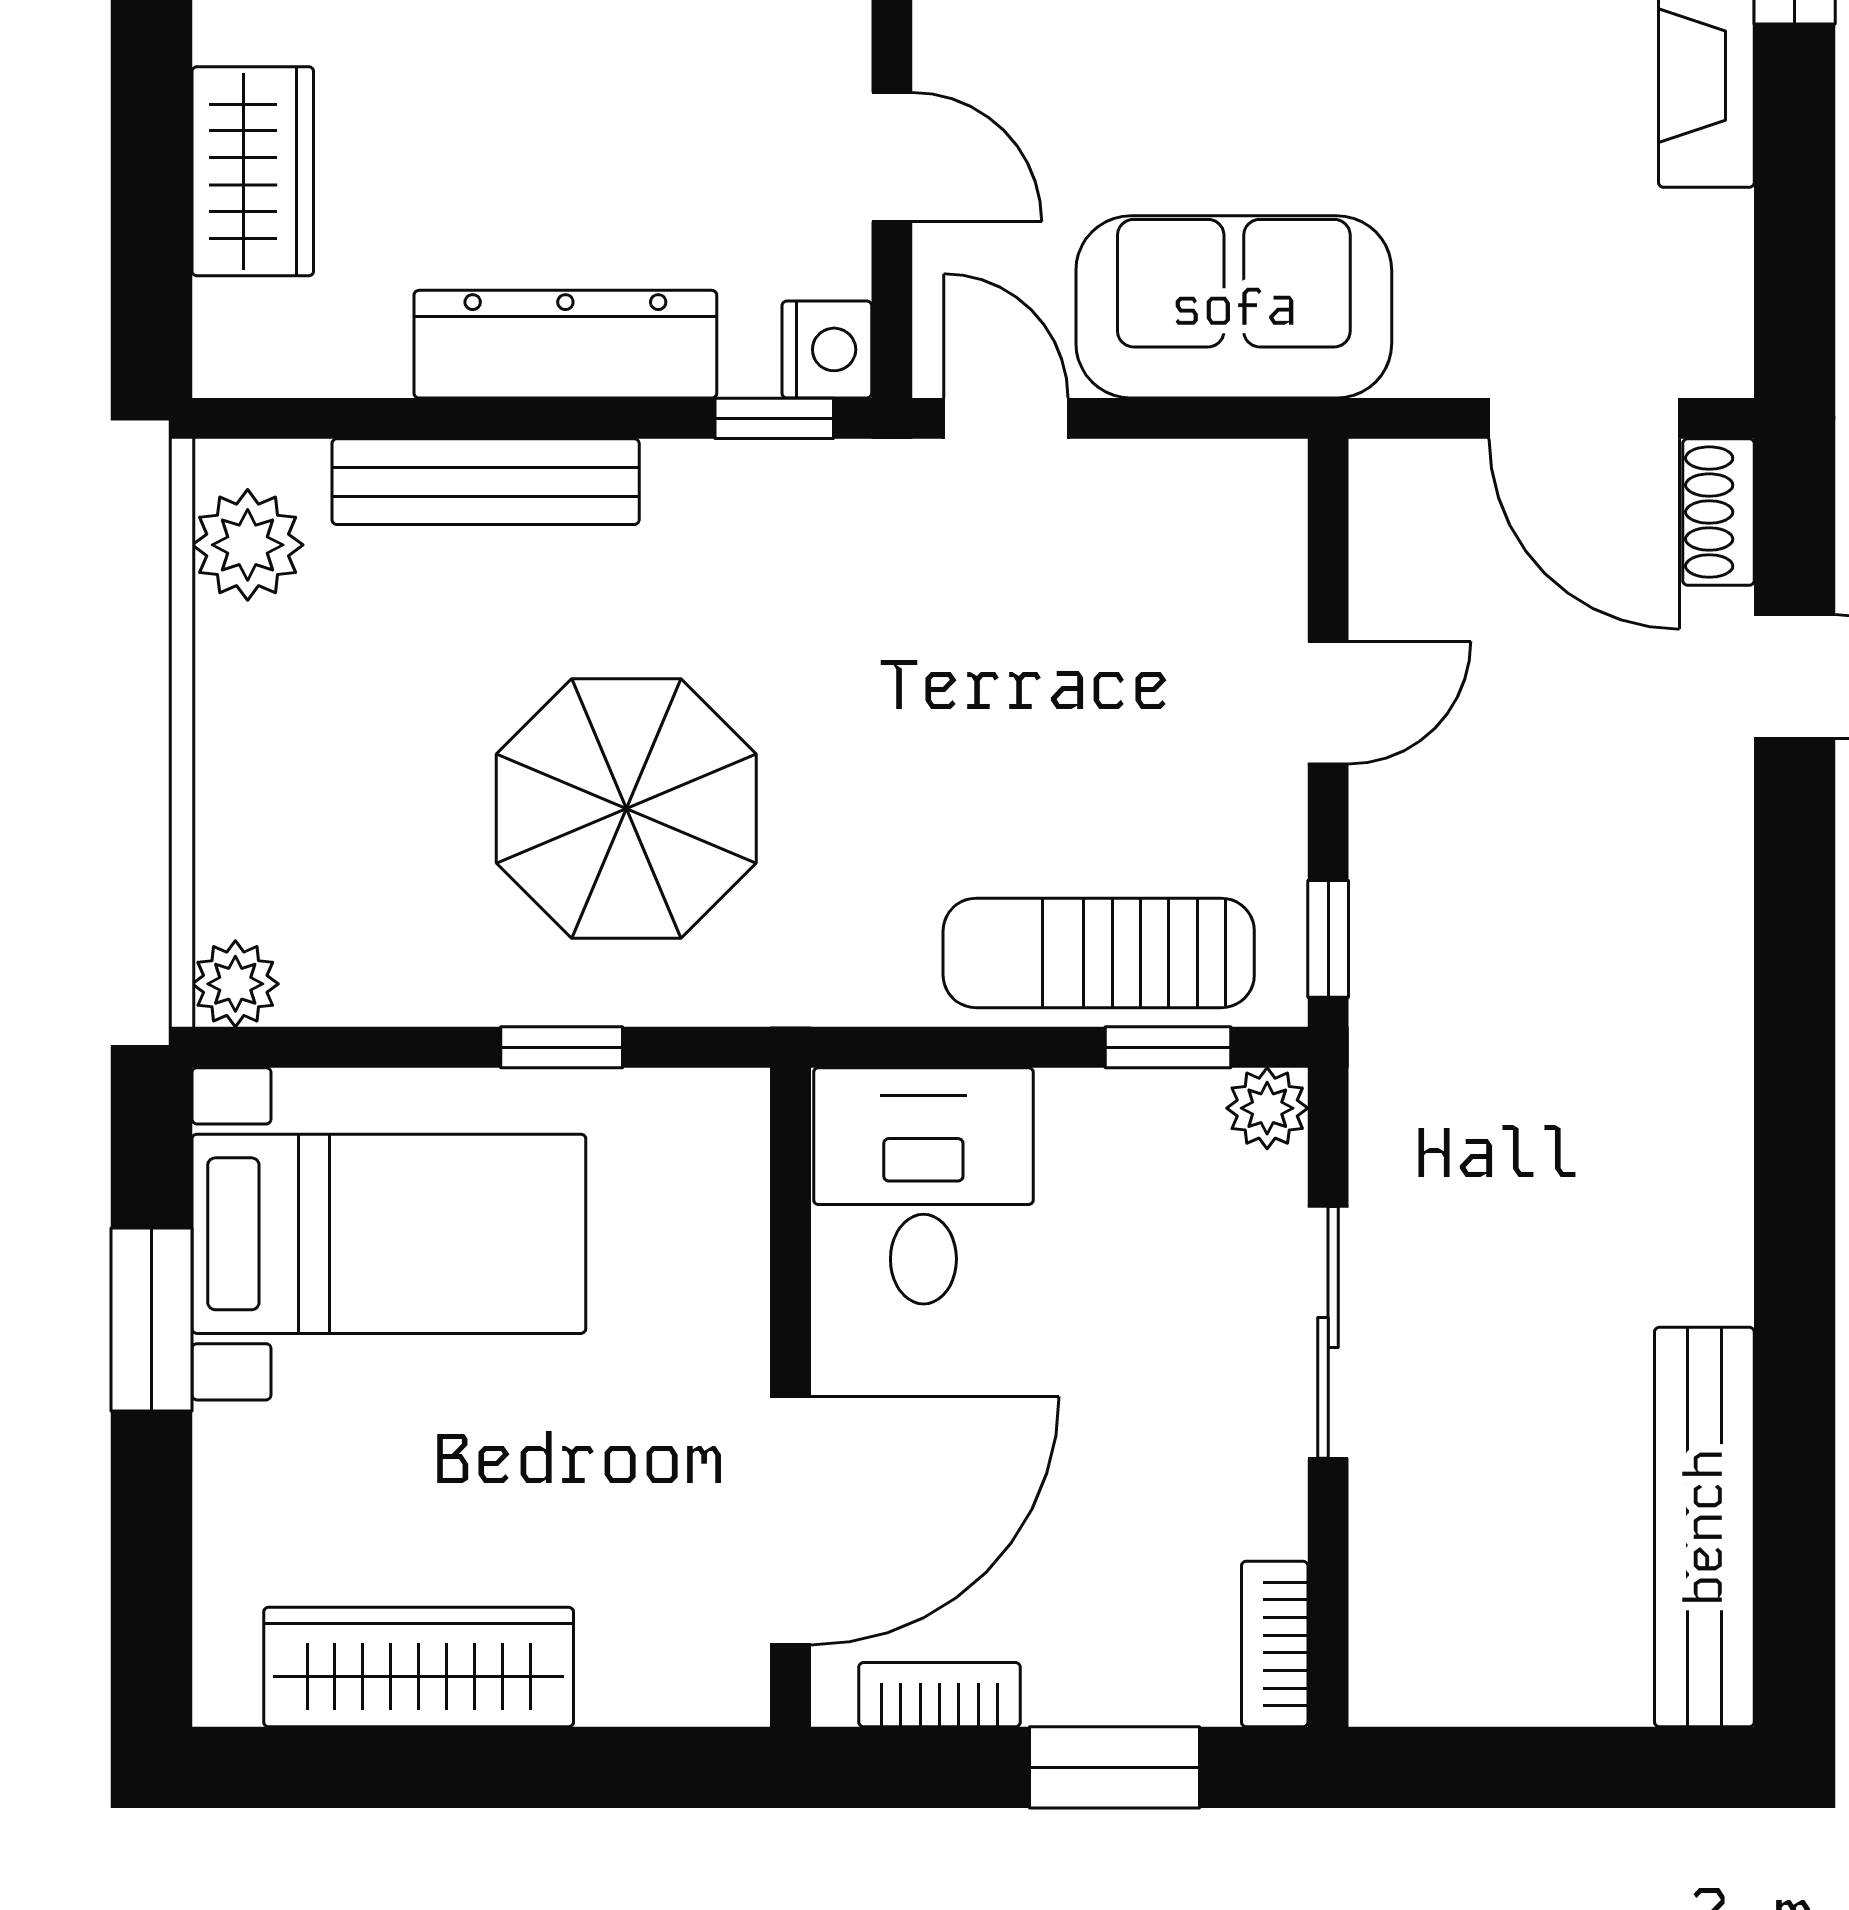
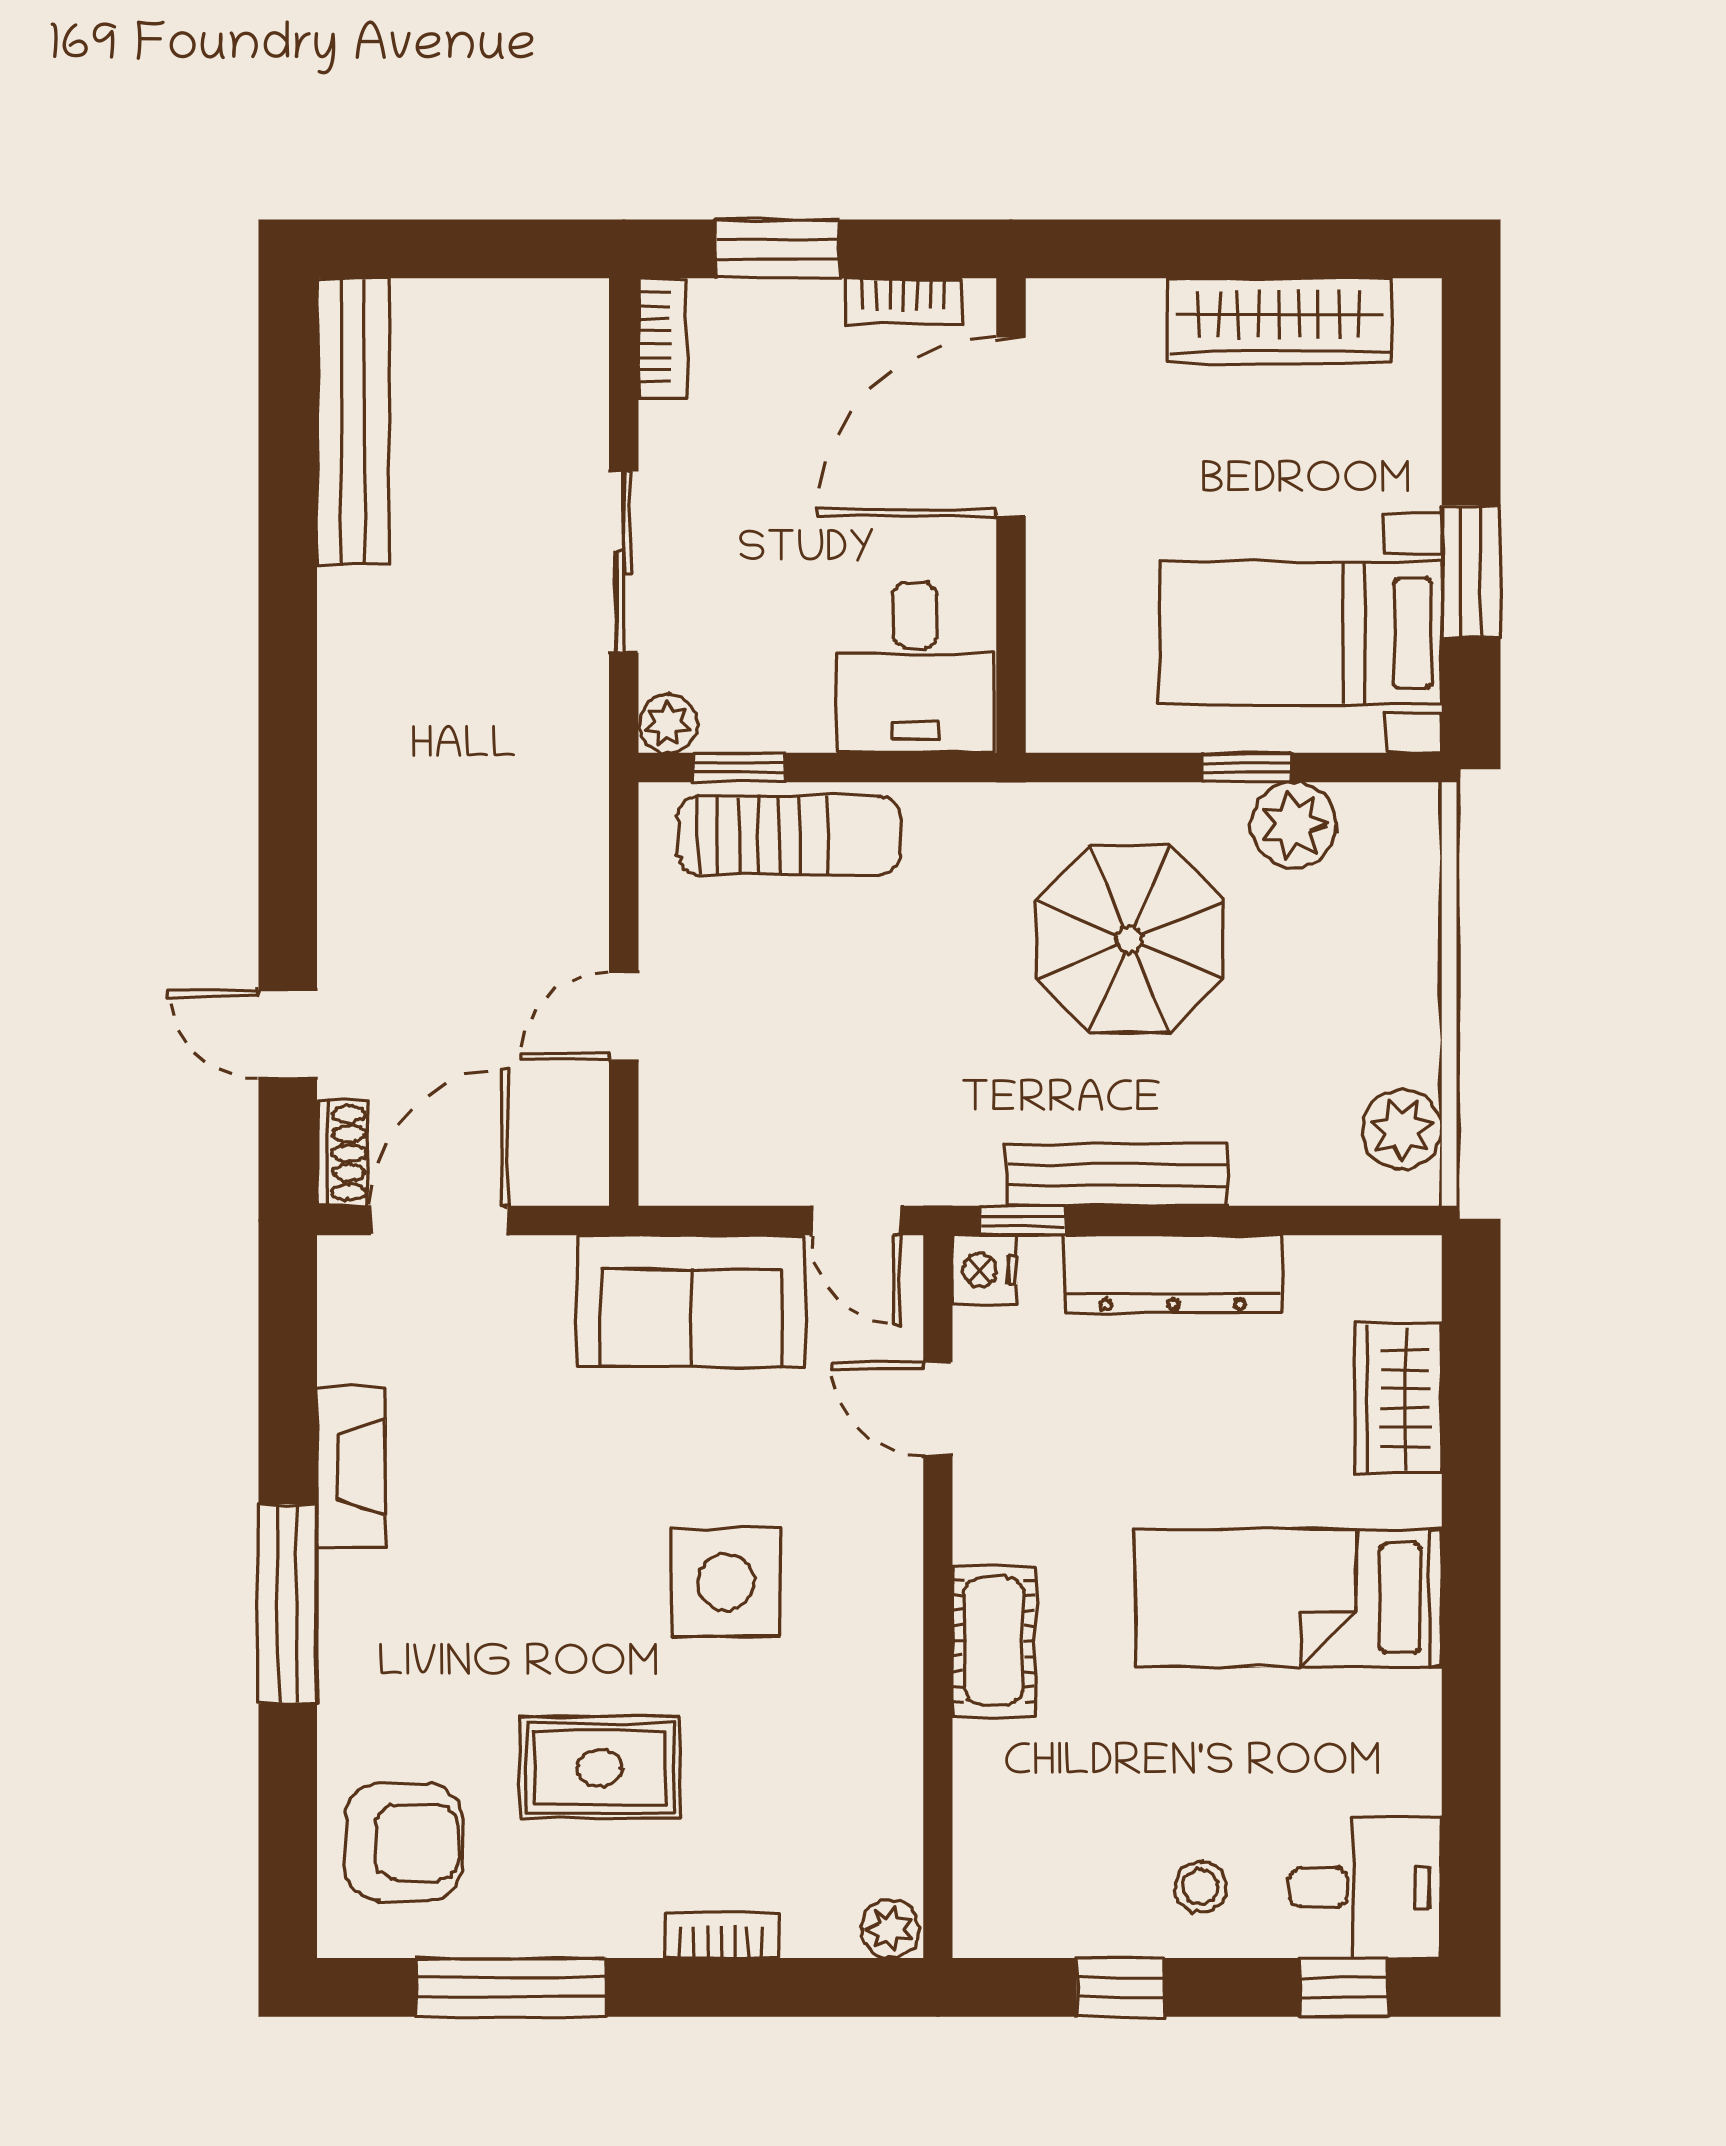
door: (1584, 418) -> (439, 1220), hinge flipped
bench: (486, 482) -> (1117, 1175), moved
window: (1328, 939) -> (624, 846), removed
plant: (235, 984) -> (1294, 825), moved, width x1.38, depth x1.38
window: (562, 1047) -> (1246, 768), moved

